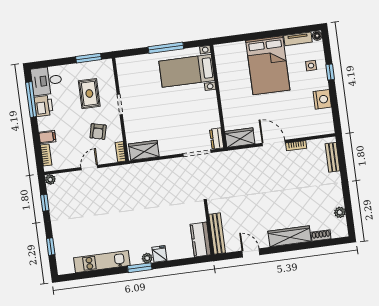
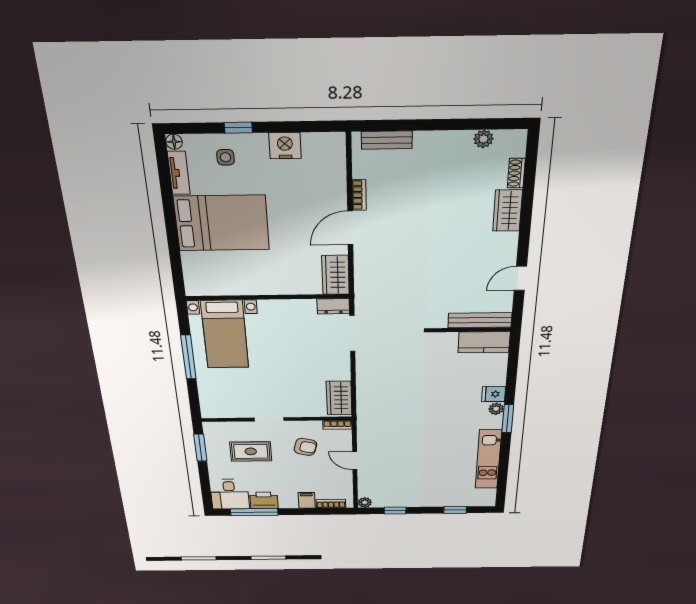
wardrobe: (290, 236) -> (508, 211), width x0.67

